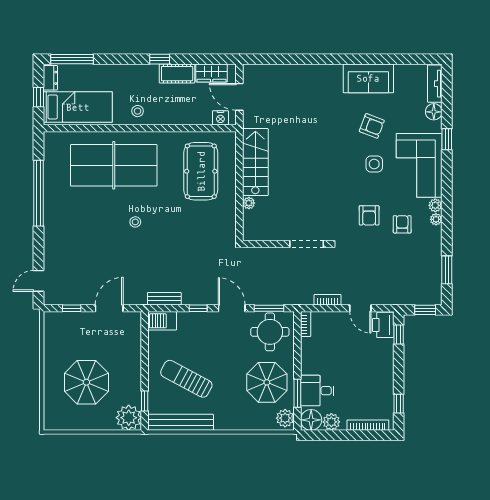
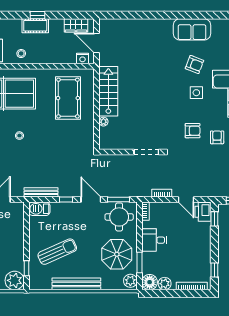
cot: (177, 74) -> (35, 26), moved
armchair: (369, 215) -> (193, 131), turned -90
bench: (164, 299) -> (41, 192), width x1.36
sun lounger: (186, 379) -> (57, 252), turned 128
desk: (317, 391) -> (154, 240), moved
bench: (181, 422) -> (76, 284), moved

